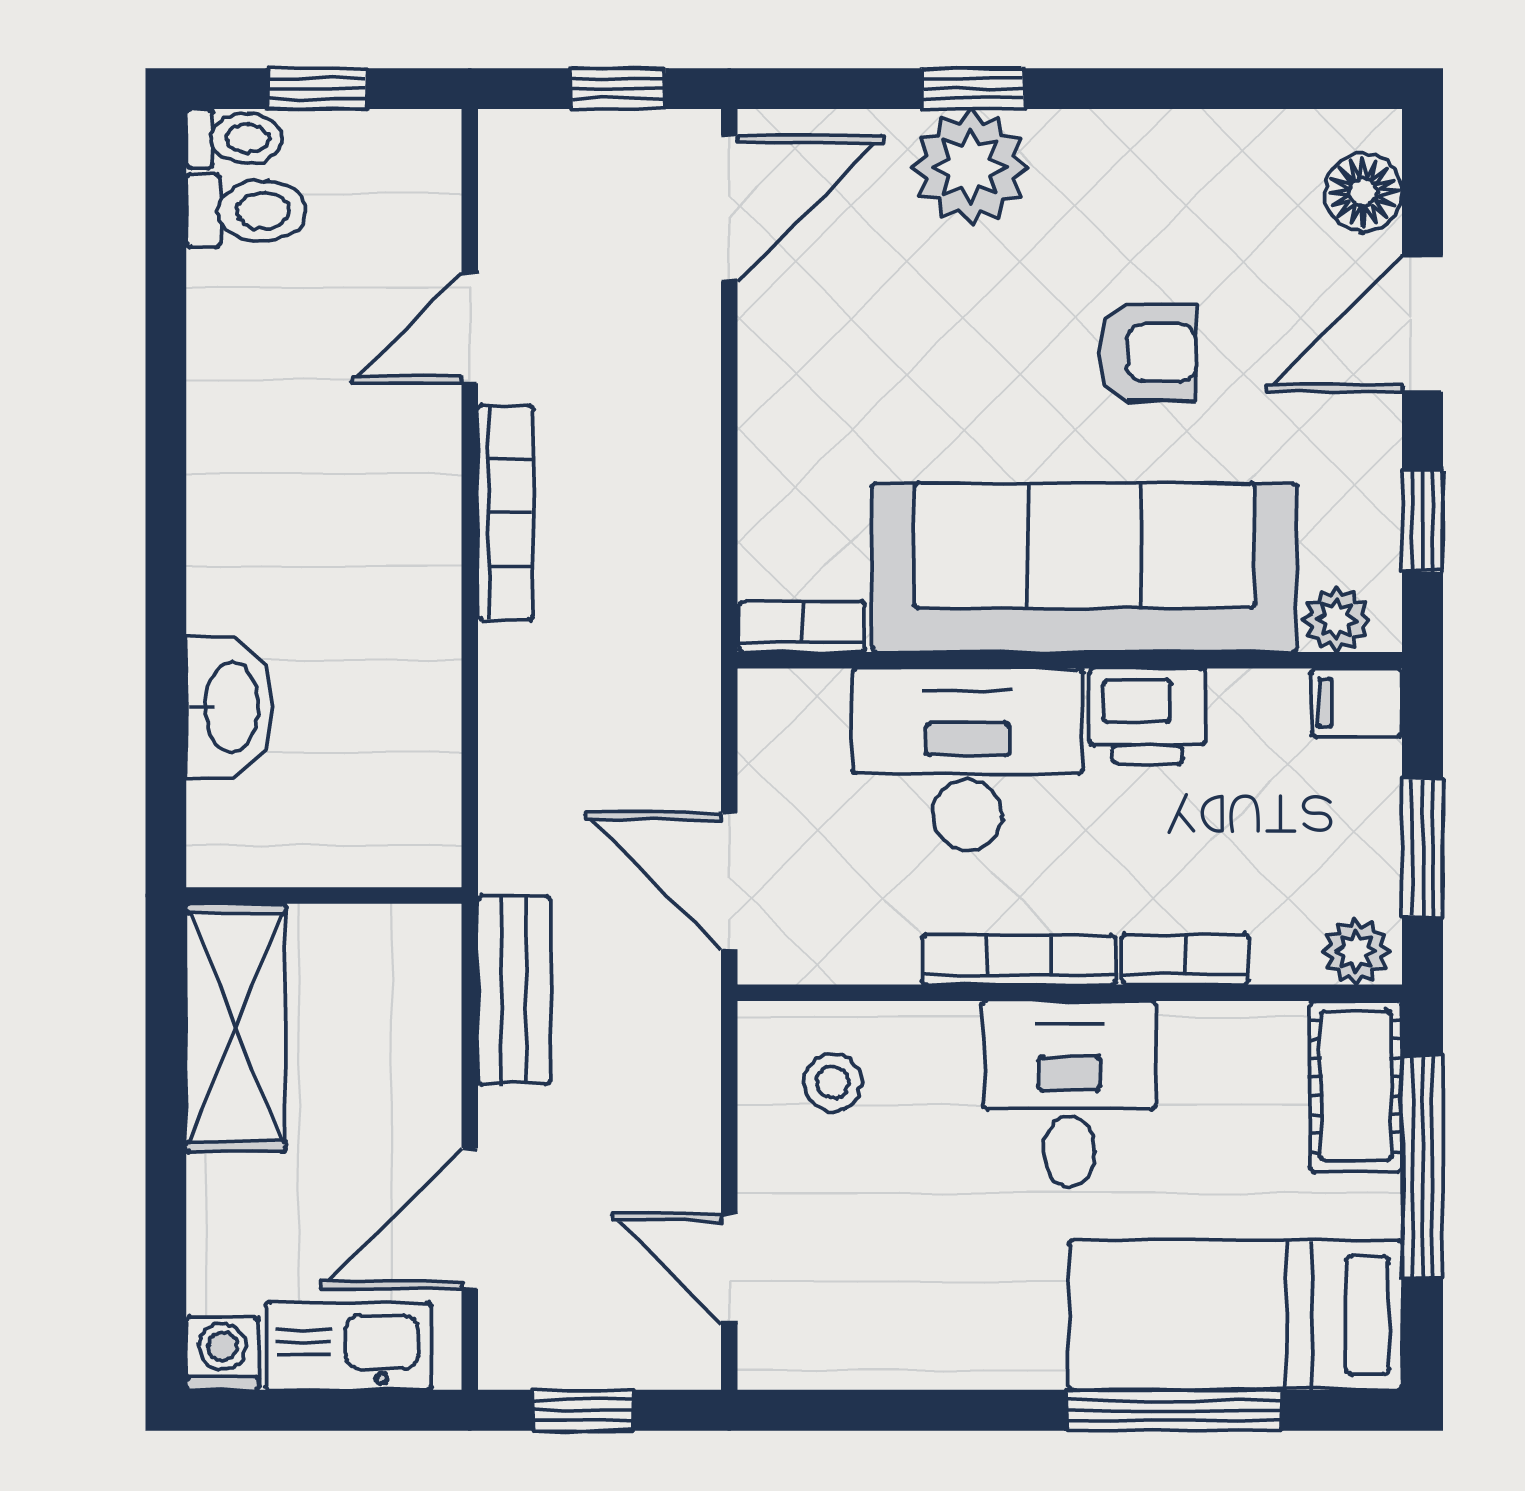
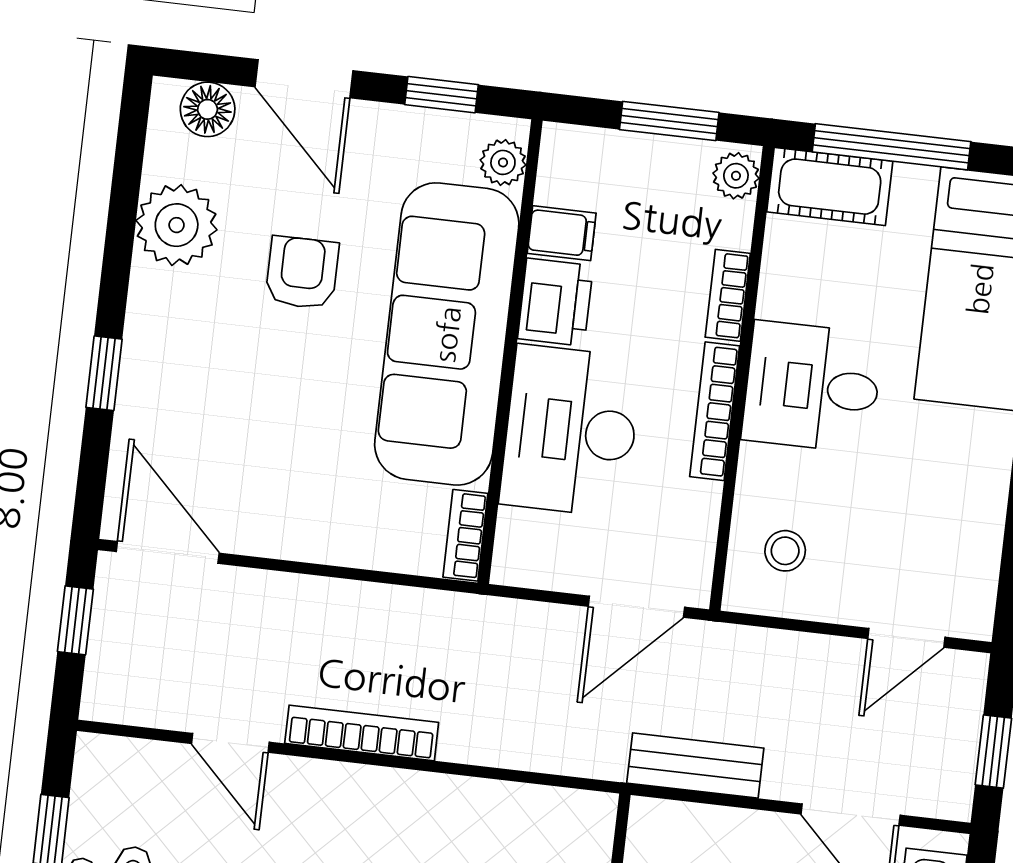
plant: (970, 167) -> (177, 225), moved
filing cabinet: (1357, 703) -> (562, 233), moved, turned -90

